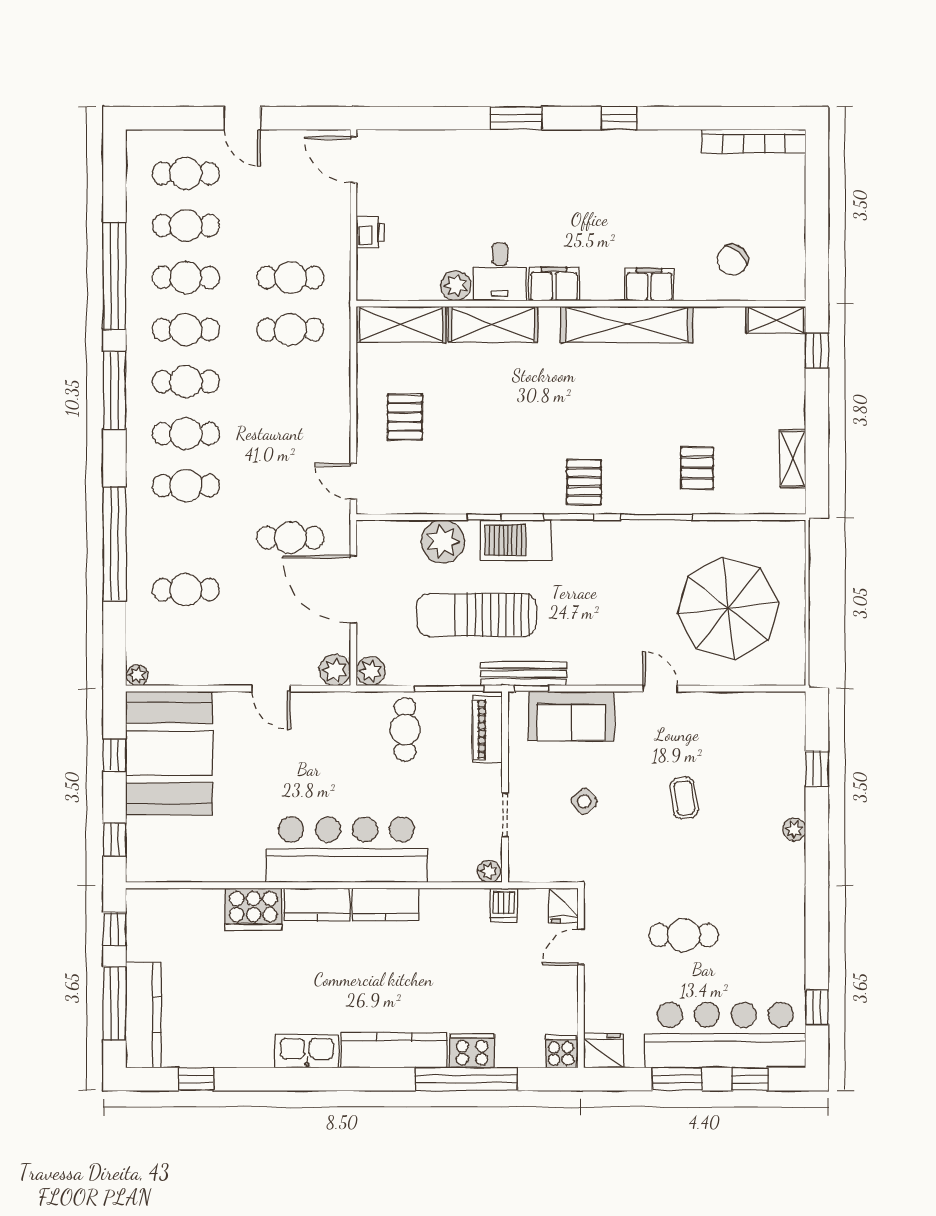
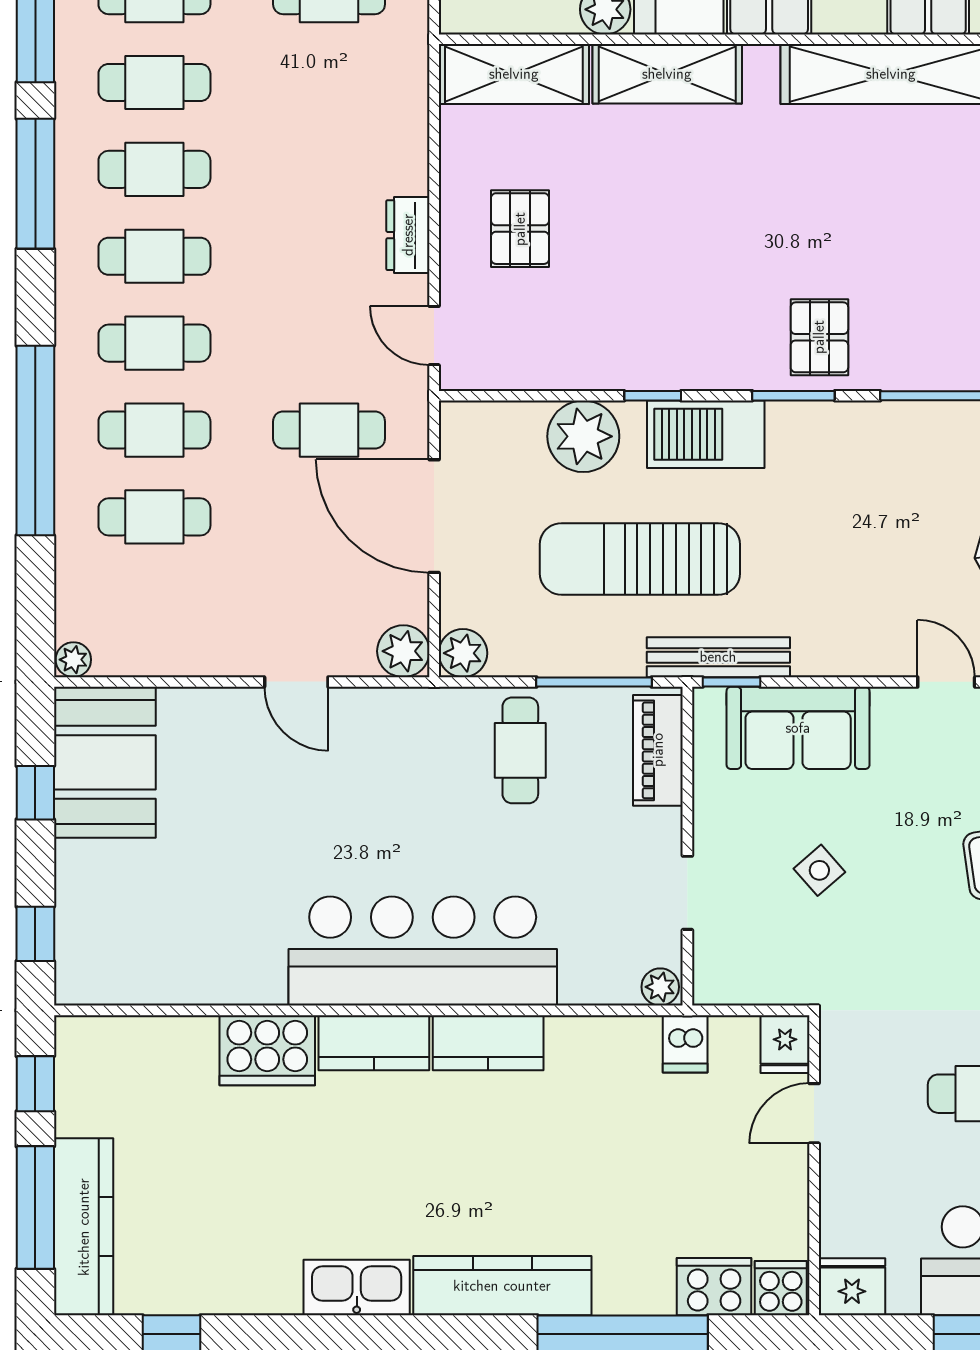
cafe table: (290, 330) -> (154, 430), moved
dresser: (338, 421) -> (408, 235), added
booth: (169, 753) -> (105, 762), width x0.73, depth x0.70
cooker: (472, 1051) -> (714, 1287), moved

